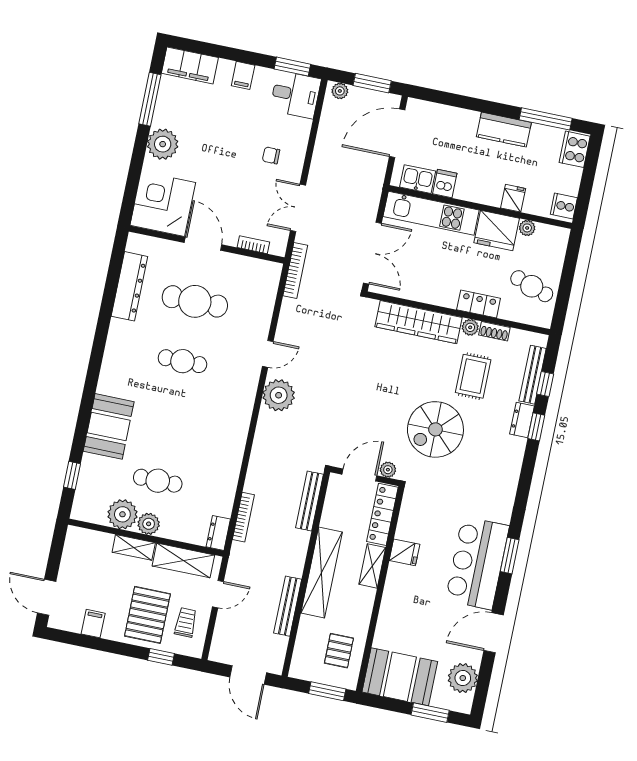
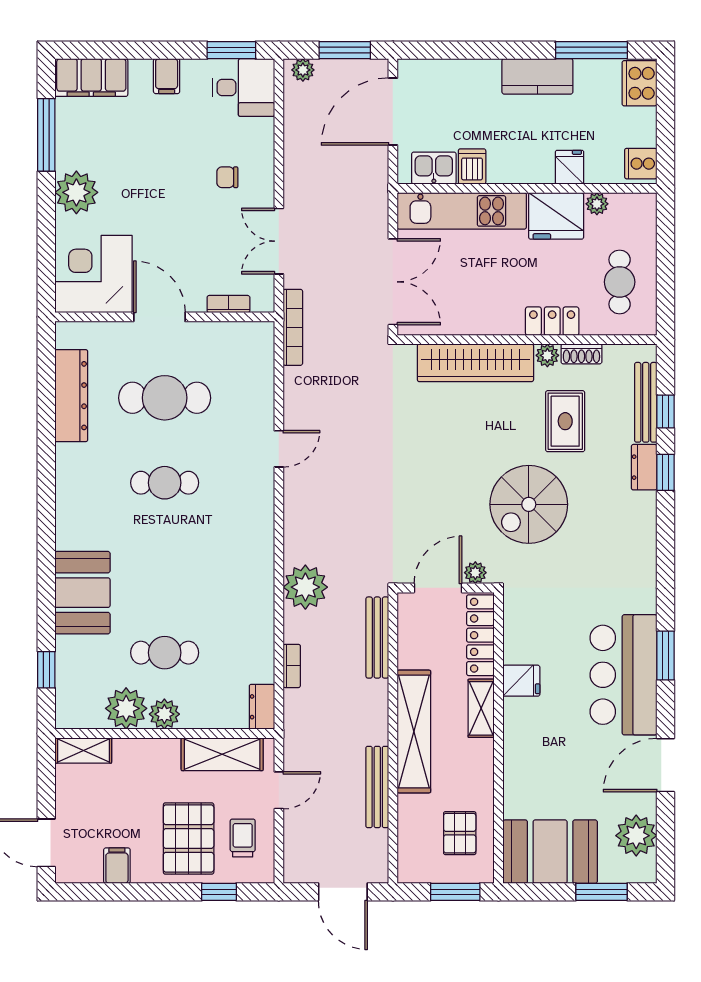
cafe table: (532, 286) -> (620, 282), turned 71
plant: (279, 395) -> (305, 587), moved
bookcase: (243, 517) -> (292, 666), width x0.64
shelving: (134, 547) -> (84, 750), moved

